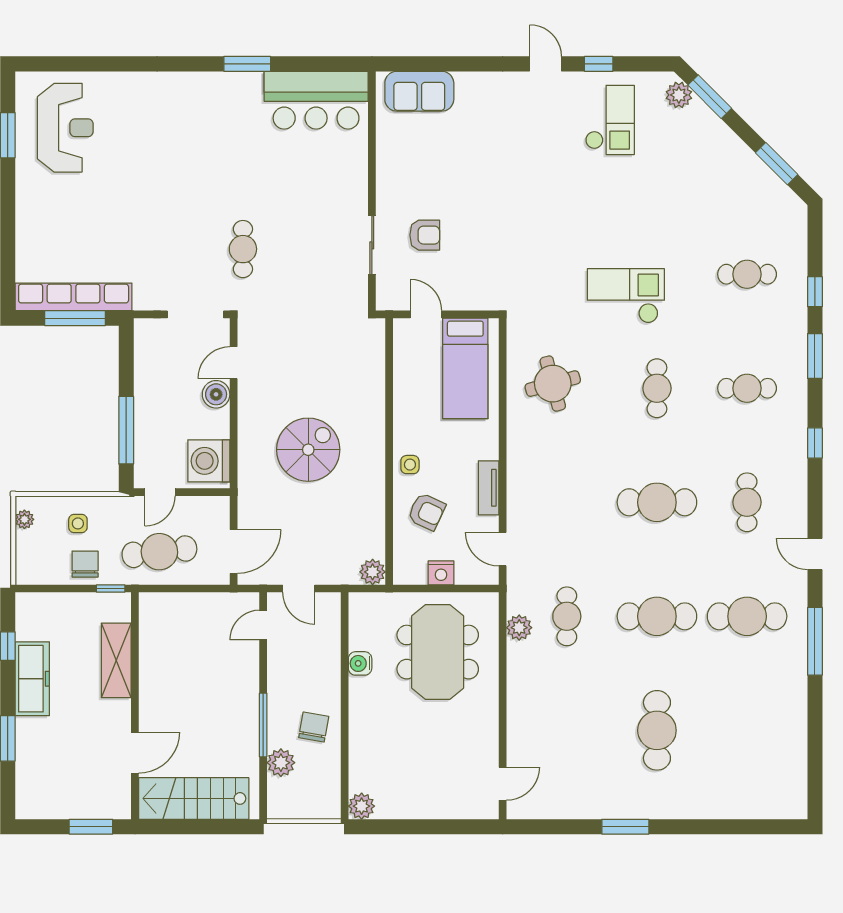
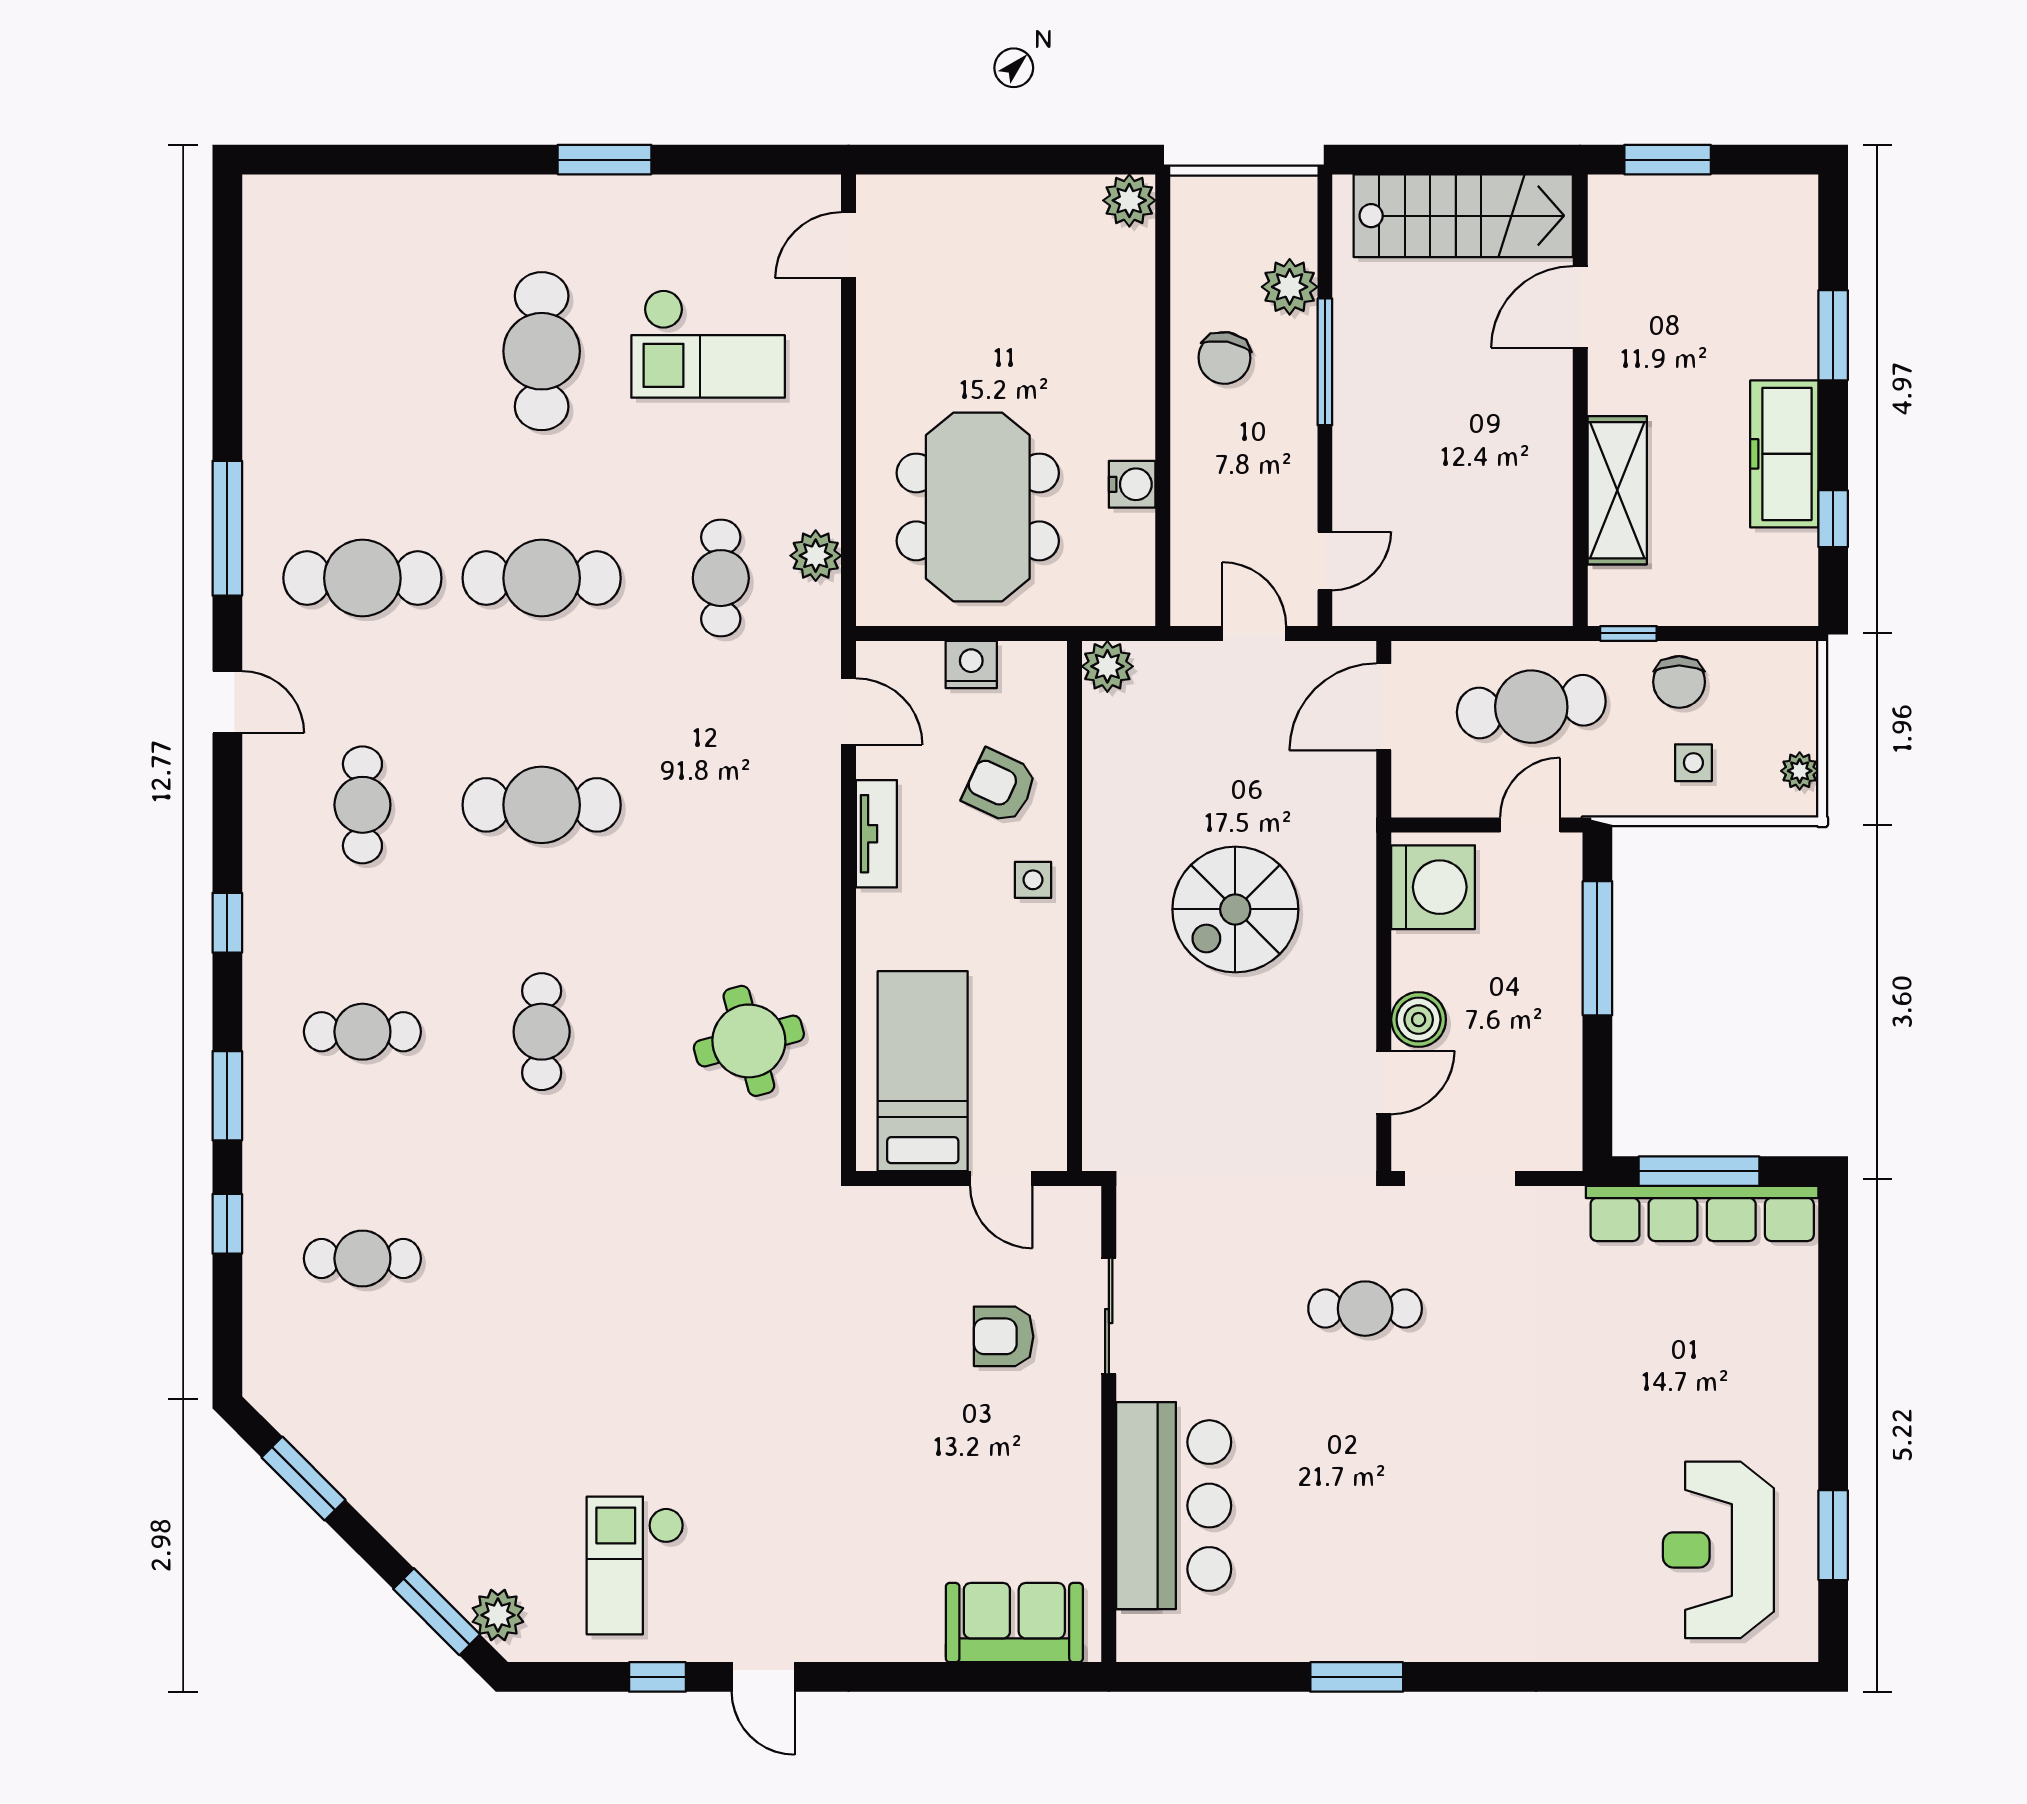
bar counter: (316, 100) -> (1174, 1506), moved, turned 90
cafe table: (243, 249) -> (1365, 1309), turned 90
checkout: (626, 296) -> (708, 344), moved

